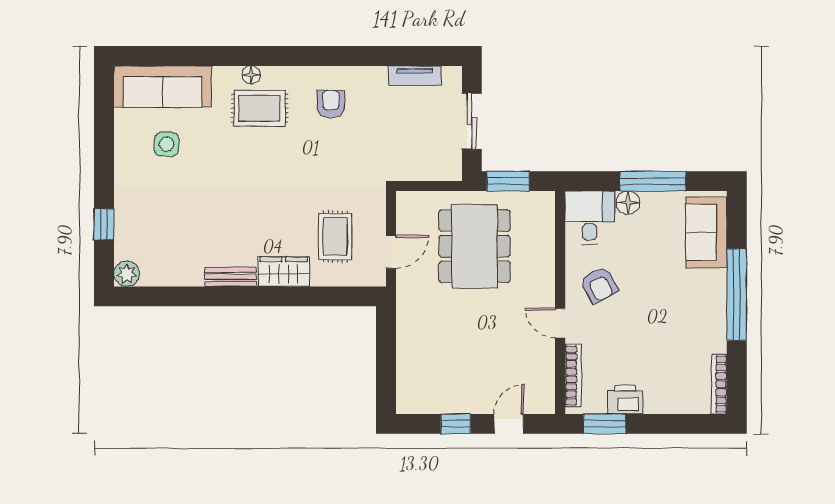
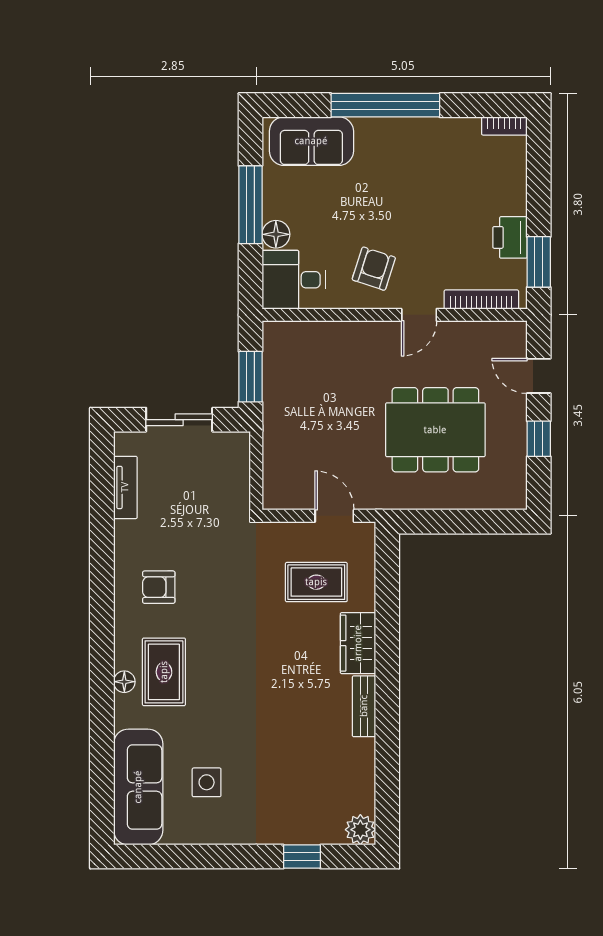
dining table: (475, 246) -> (435, 430), moved
armchair: (599, 285) -> (374, 269), turned -45
bookcase: (719, 384) -> (504, 126), width x0.64

